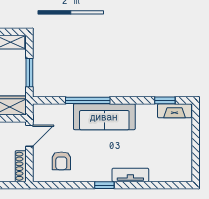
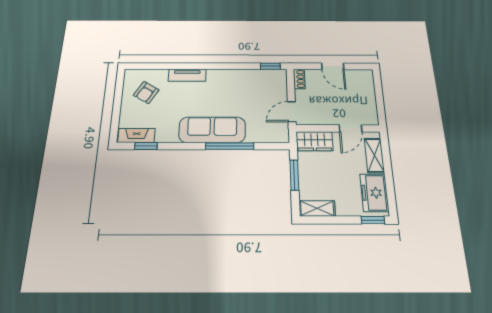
armchair: (61, 161) -> (146, 93), moved, turned -149
shoe rack: (21, 166) -> (299, 79), width x0.70
window: (104, 185) -> (270, 66), moved

